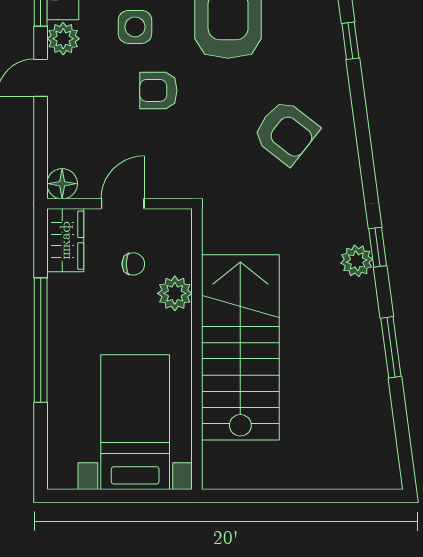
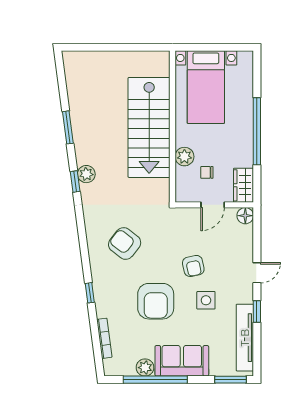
plant: (63, 39) -> (245, 294), removed
armchair: (158, 90) -> (193, 266), turned 78

